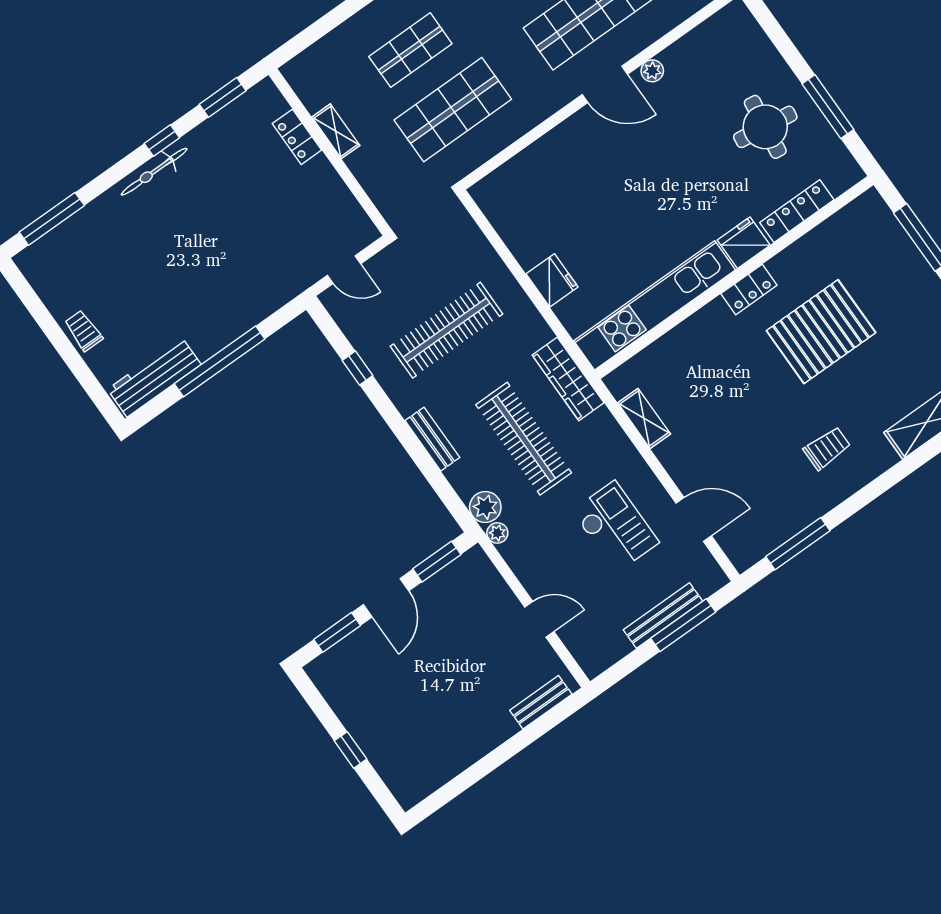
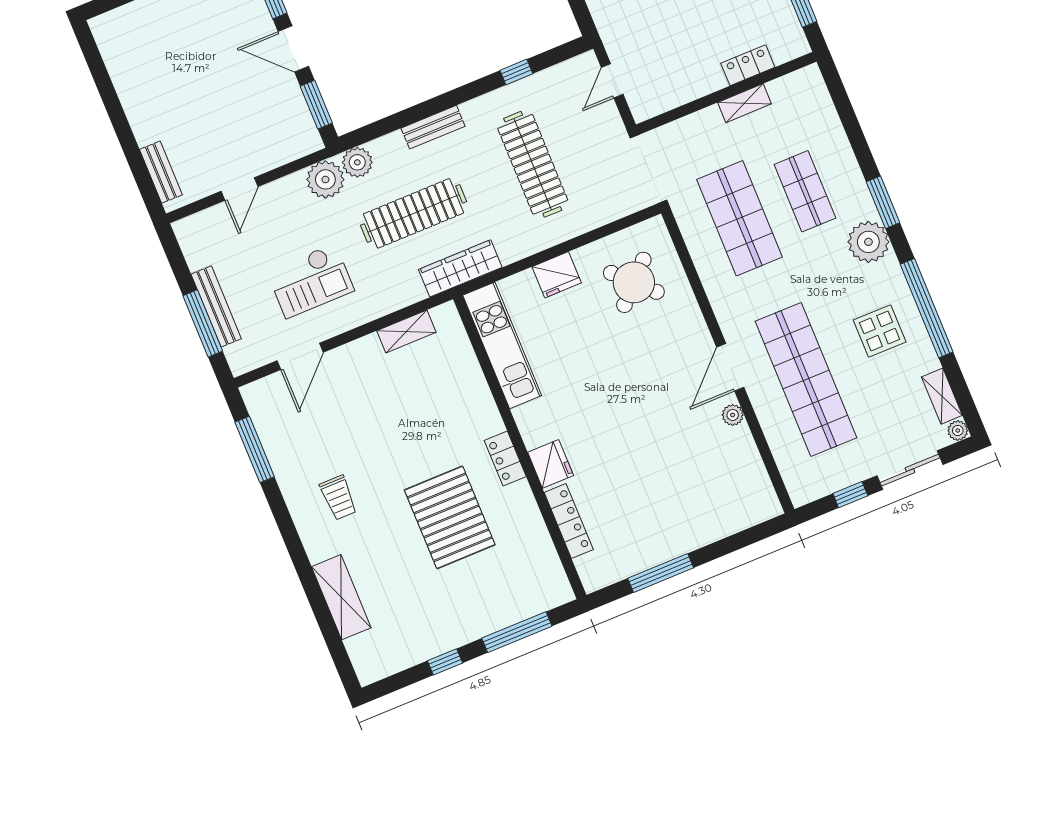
round table: (765, 127) -> (634, 282), moved, turned 37
kitchen unit: (655, 305) -> (502, 345), width x0.73
plant: (497, 533) -> (325, 179), width x1.88, depth x1.88

